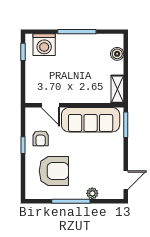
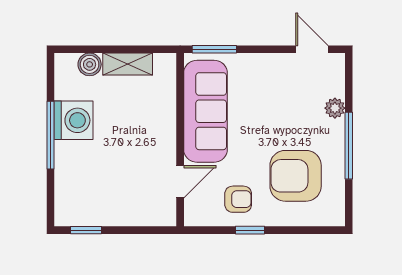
washing machine: (44, 45) -> (74, 120), moved
shelving: (117, 89) -> (128, 64), moved
armchair: (54, 171) -> (296, 176), turned -90

